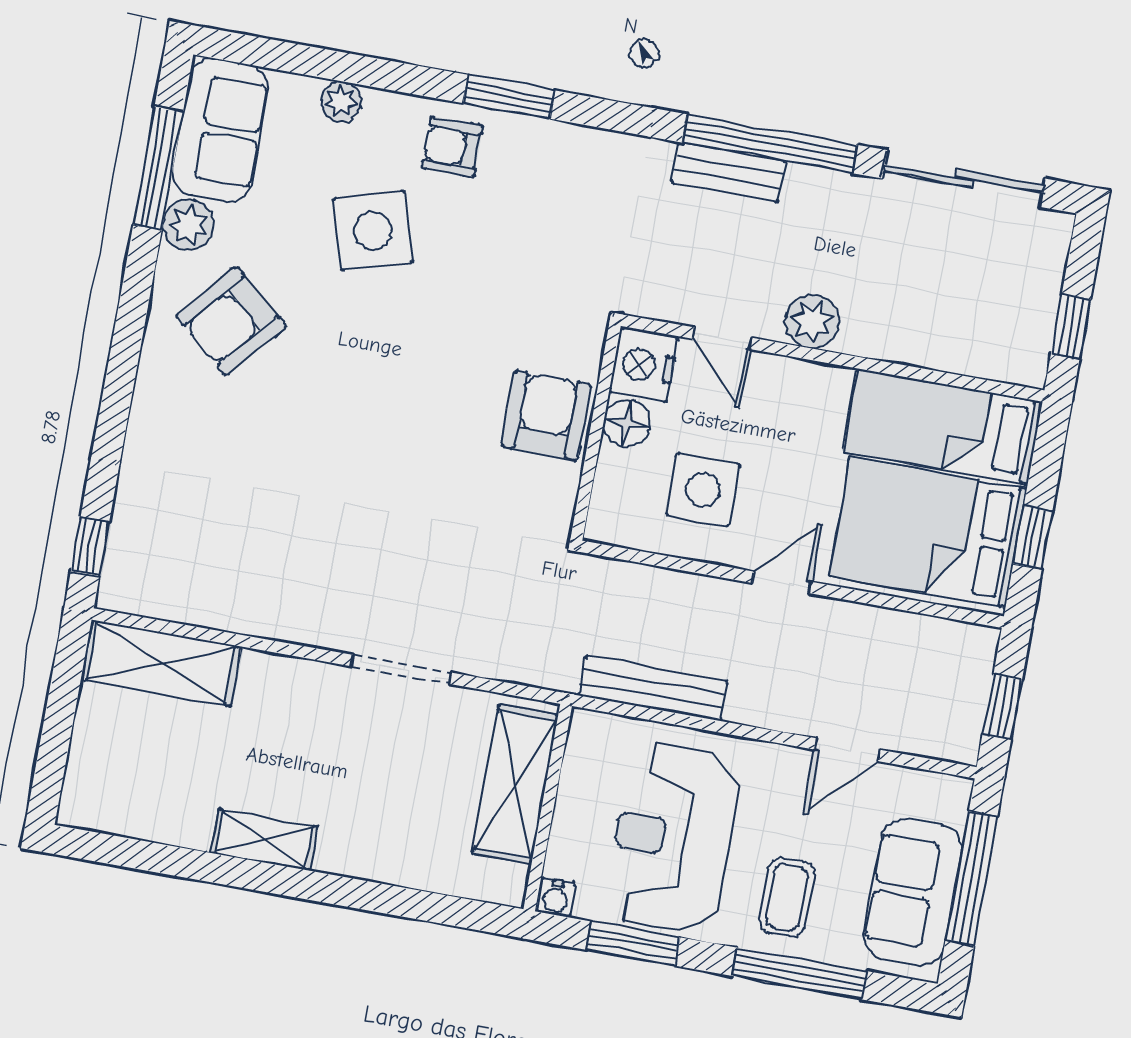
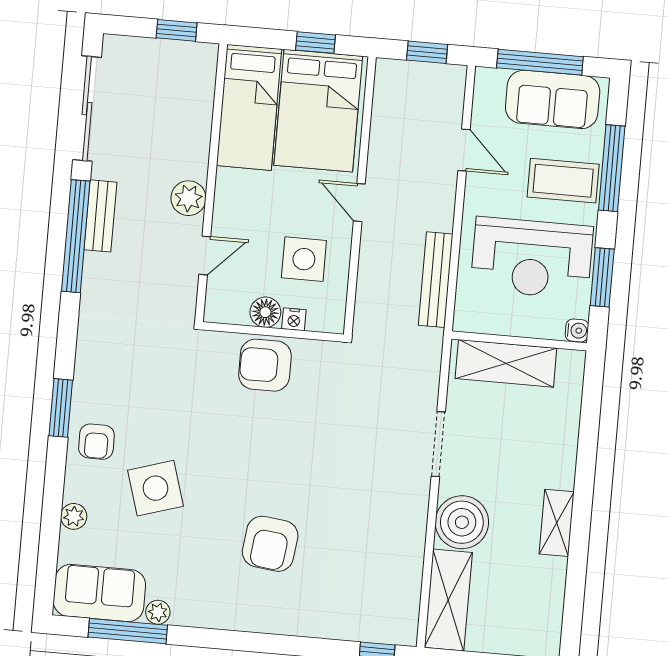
bench: (728, 172) -> (100, 216), moved
plant: (188, 225) -> (158, 612), width x0.73, depth x0.73
armchair: (231, 321) -> (270, 544), moved, turned 57
nightstand: (644, 365) -> (294, 319), moved, width x0.53, depth x0.56
boiler: (278, 695) -> (462, 522), added
coffee table: (787, 897) -> (563, 181), width x1.36, depth x1.30

